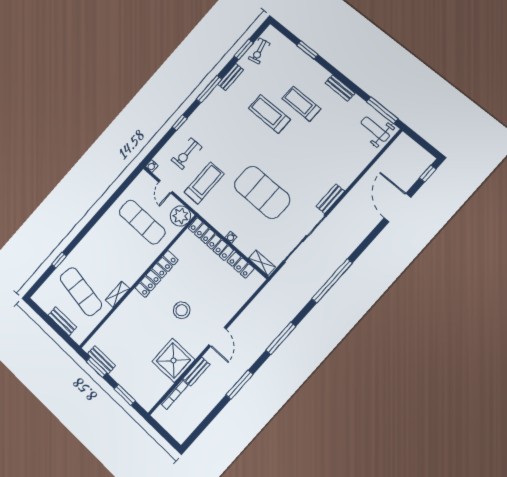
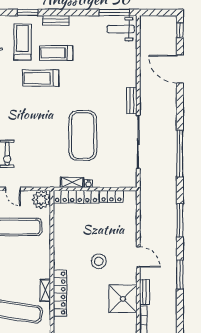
bench: (340, 88) -> (56, 20), moved
treadmill: (204, 183) -> (22, 42), moved
exercise mat: (262, 192) -> (83, 135), turned 90
shelving: (262, 263) -> (72, 182), moved
locker: (156, 274) -> (60, 293), moved

